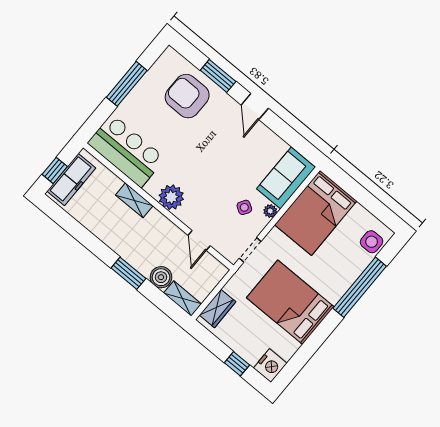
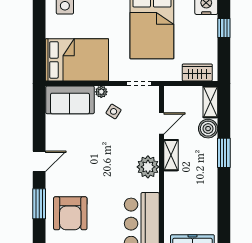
shelving: (134, 200) -> (171, 155), moved

